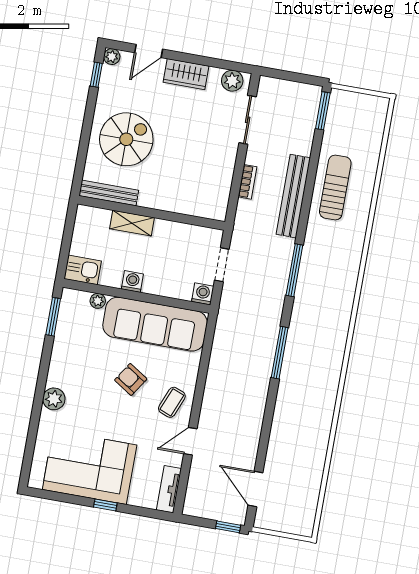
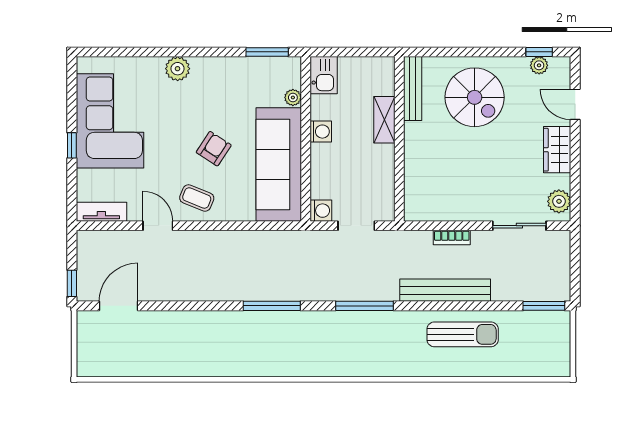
plant: (112, 57) -> (539, 65), moved

